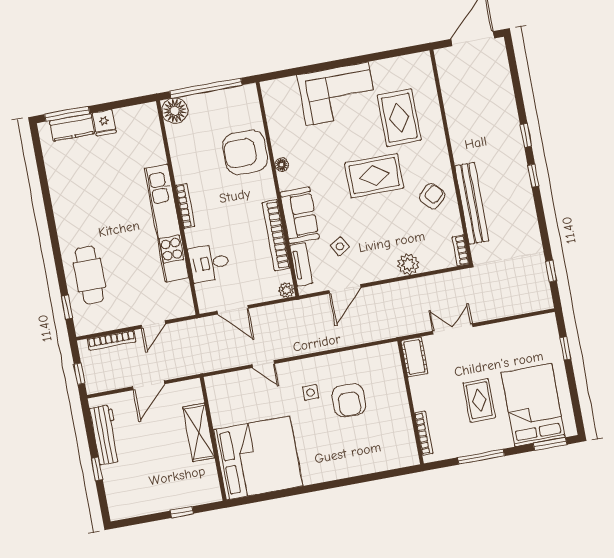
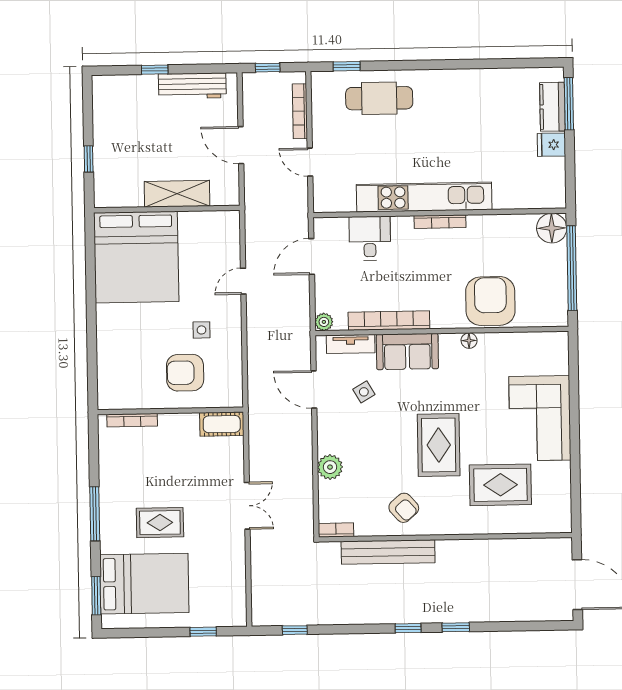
cot: (414, 357) -> (222, 424), moved
wall: (411, 402) -> (170, 411), moved
bookcase: (424, 433) -> (132, 420), moved

